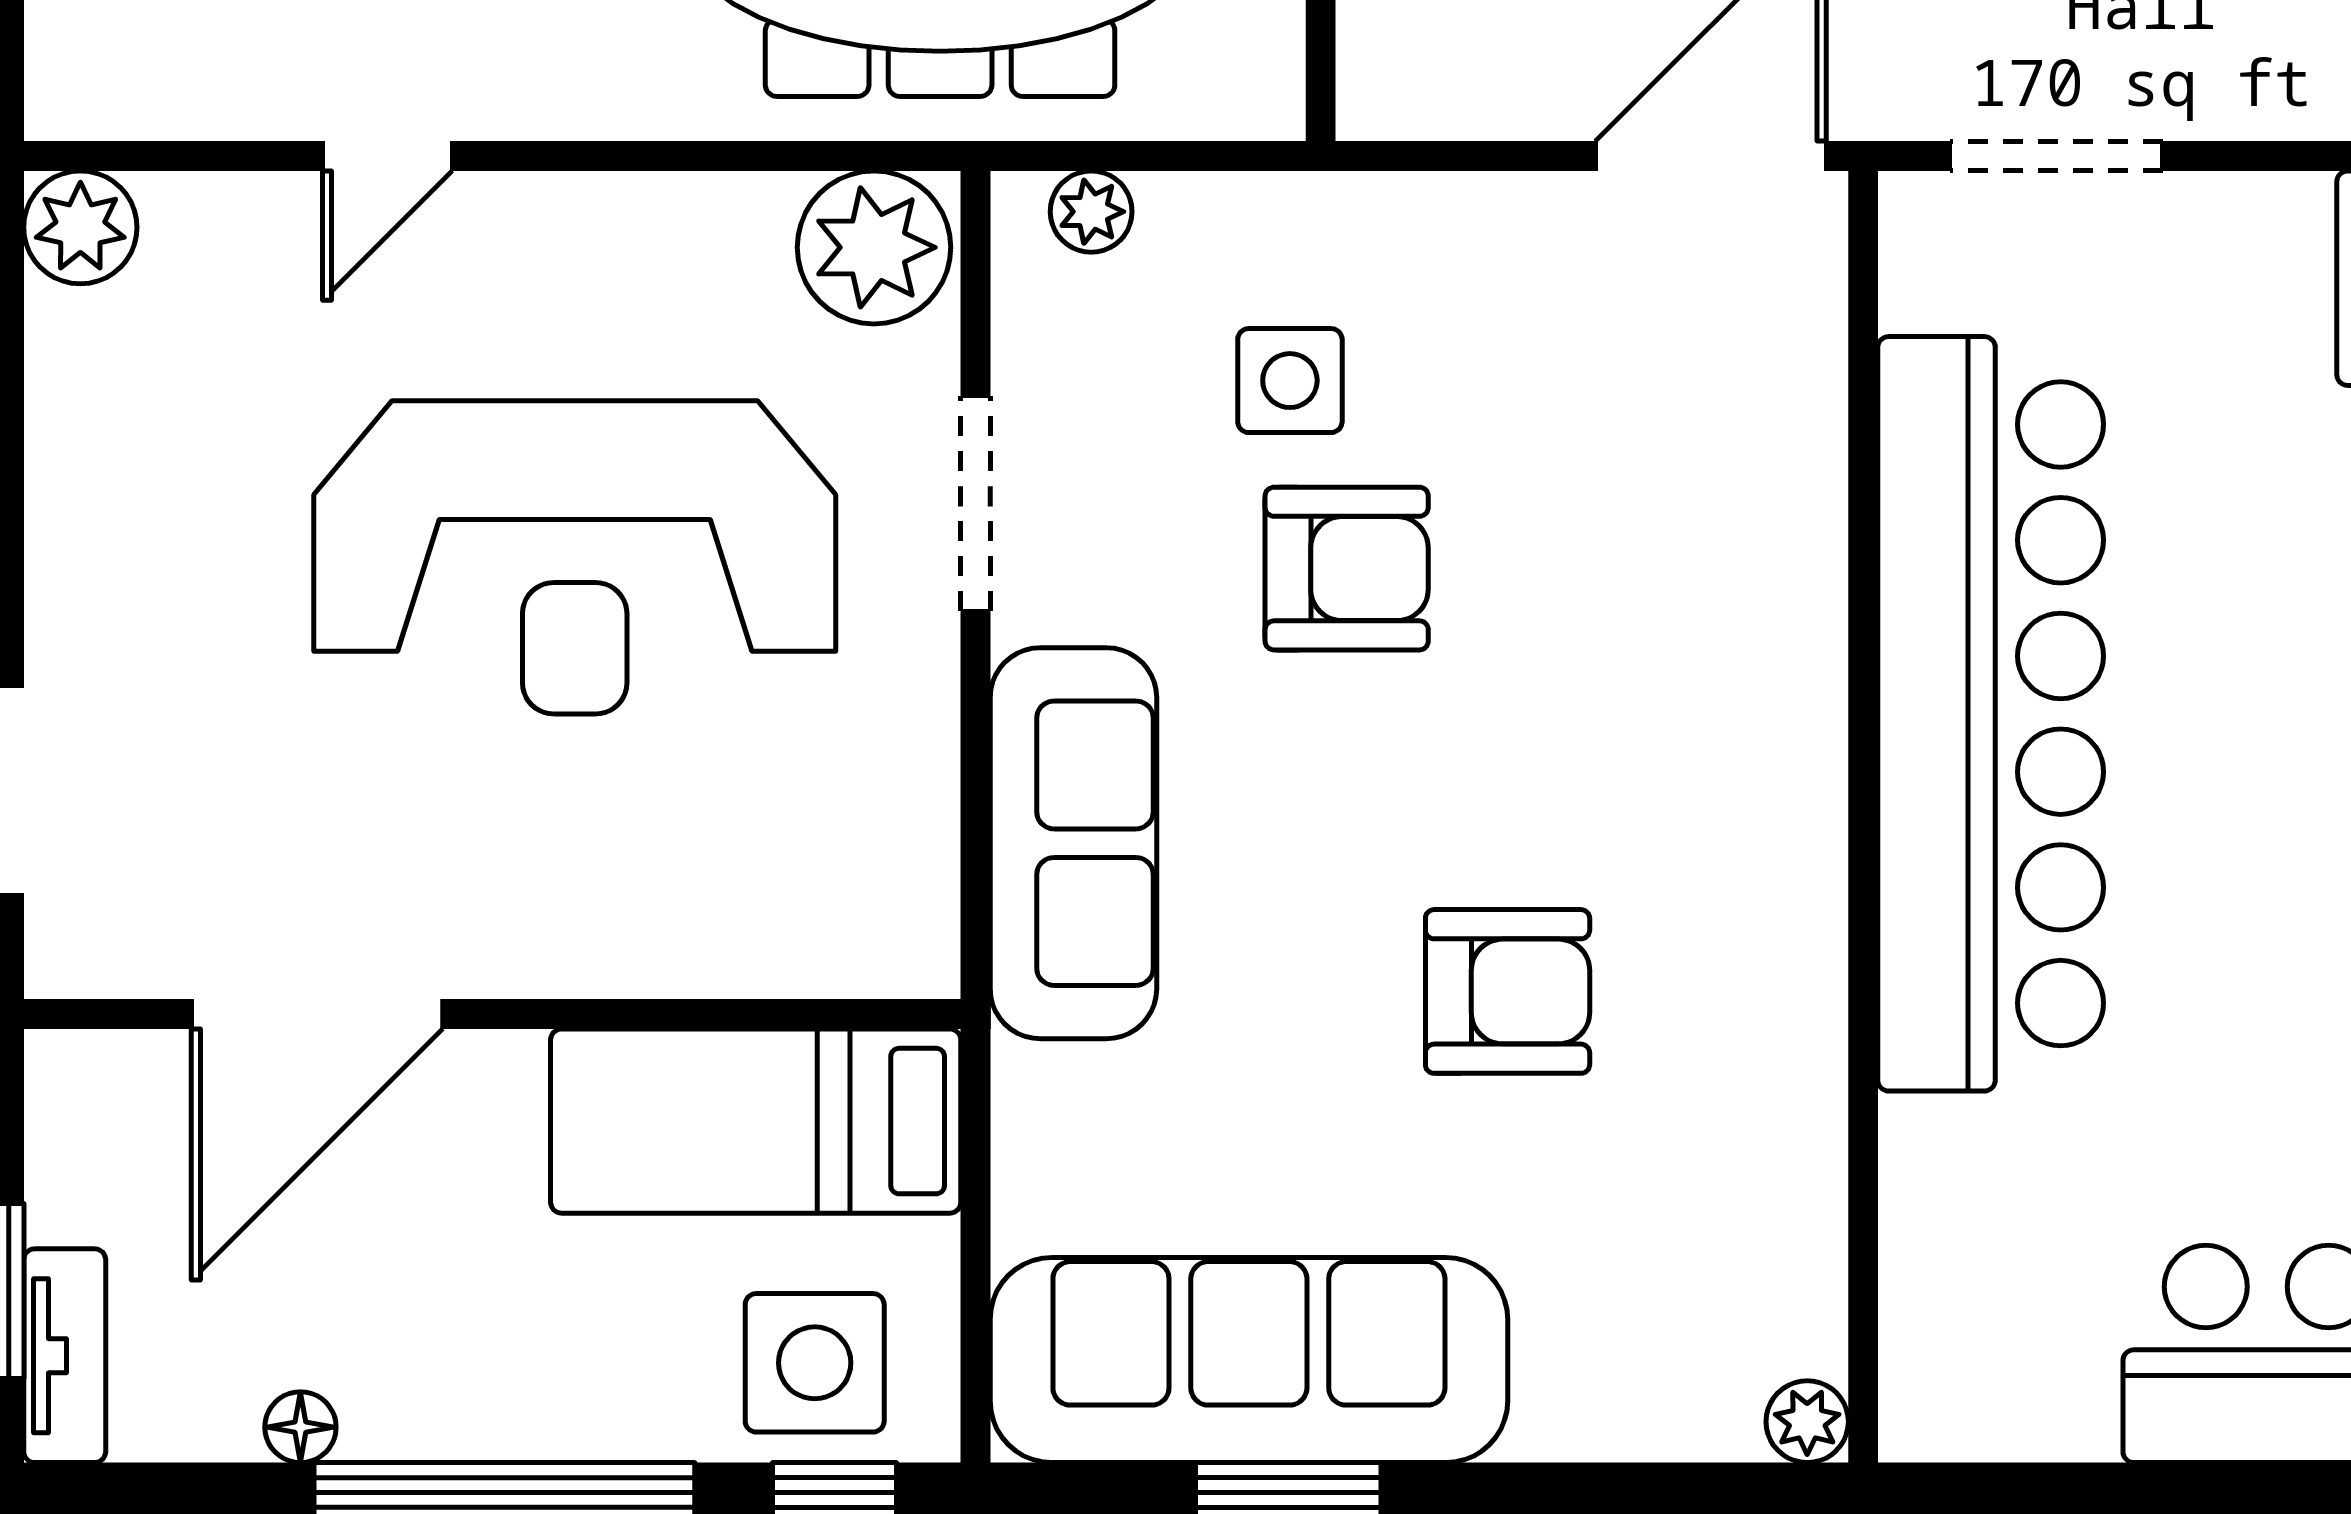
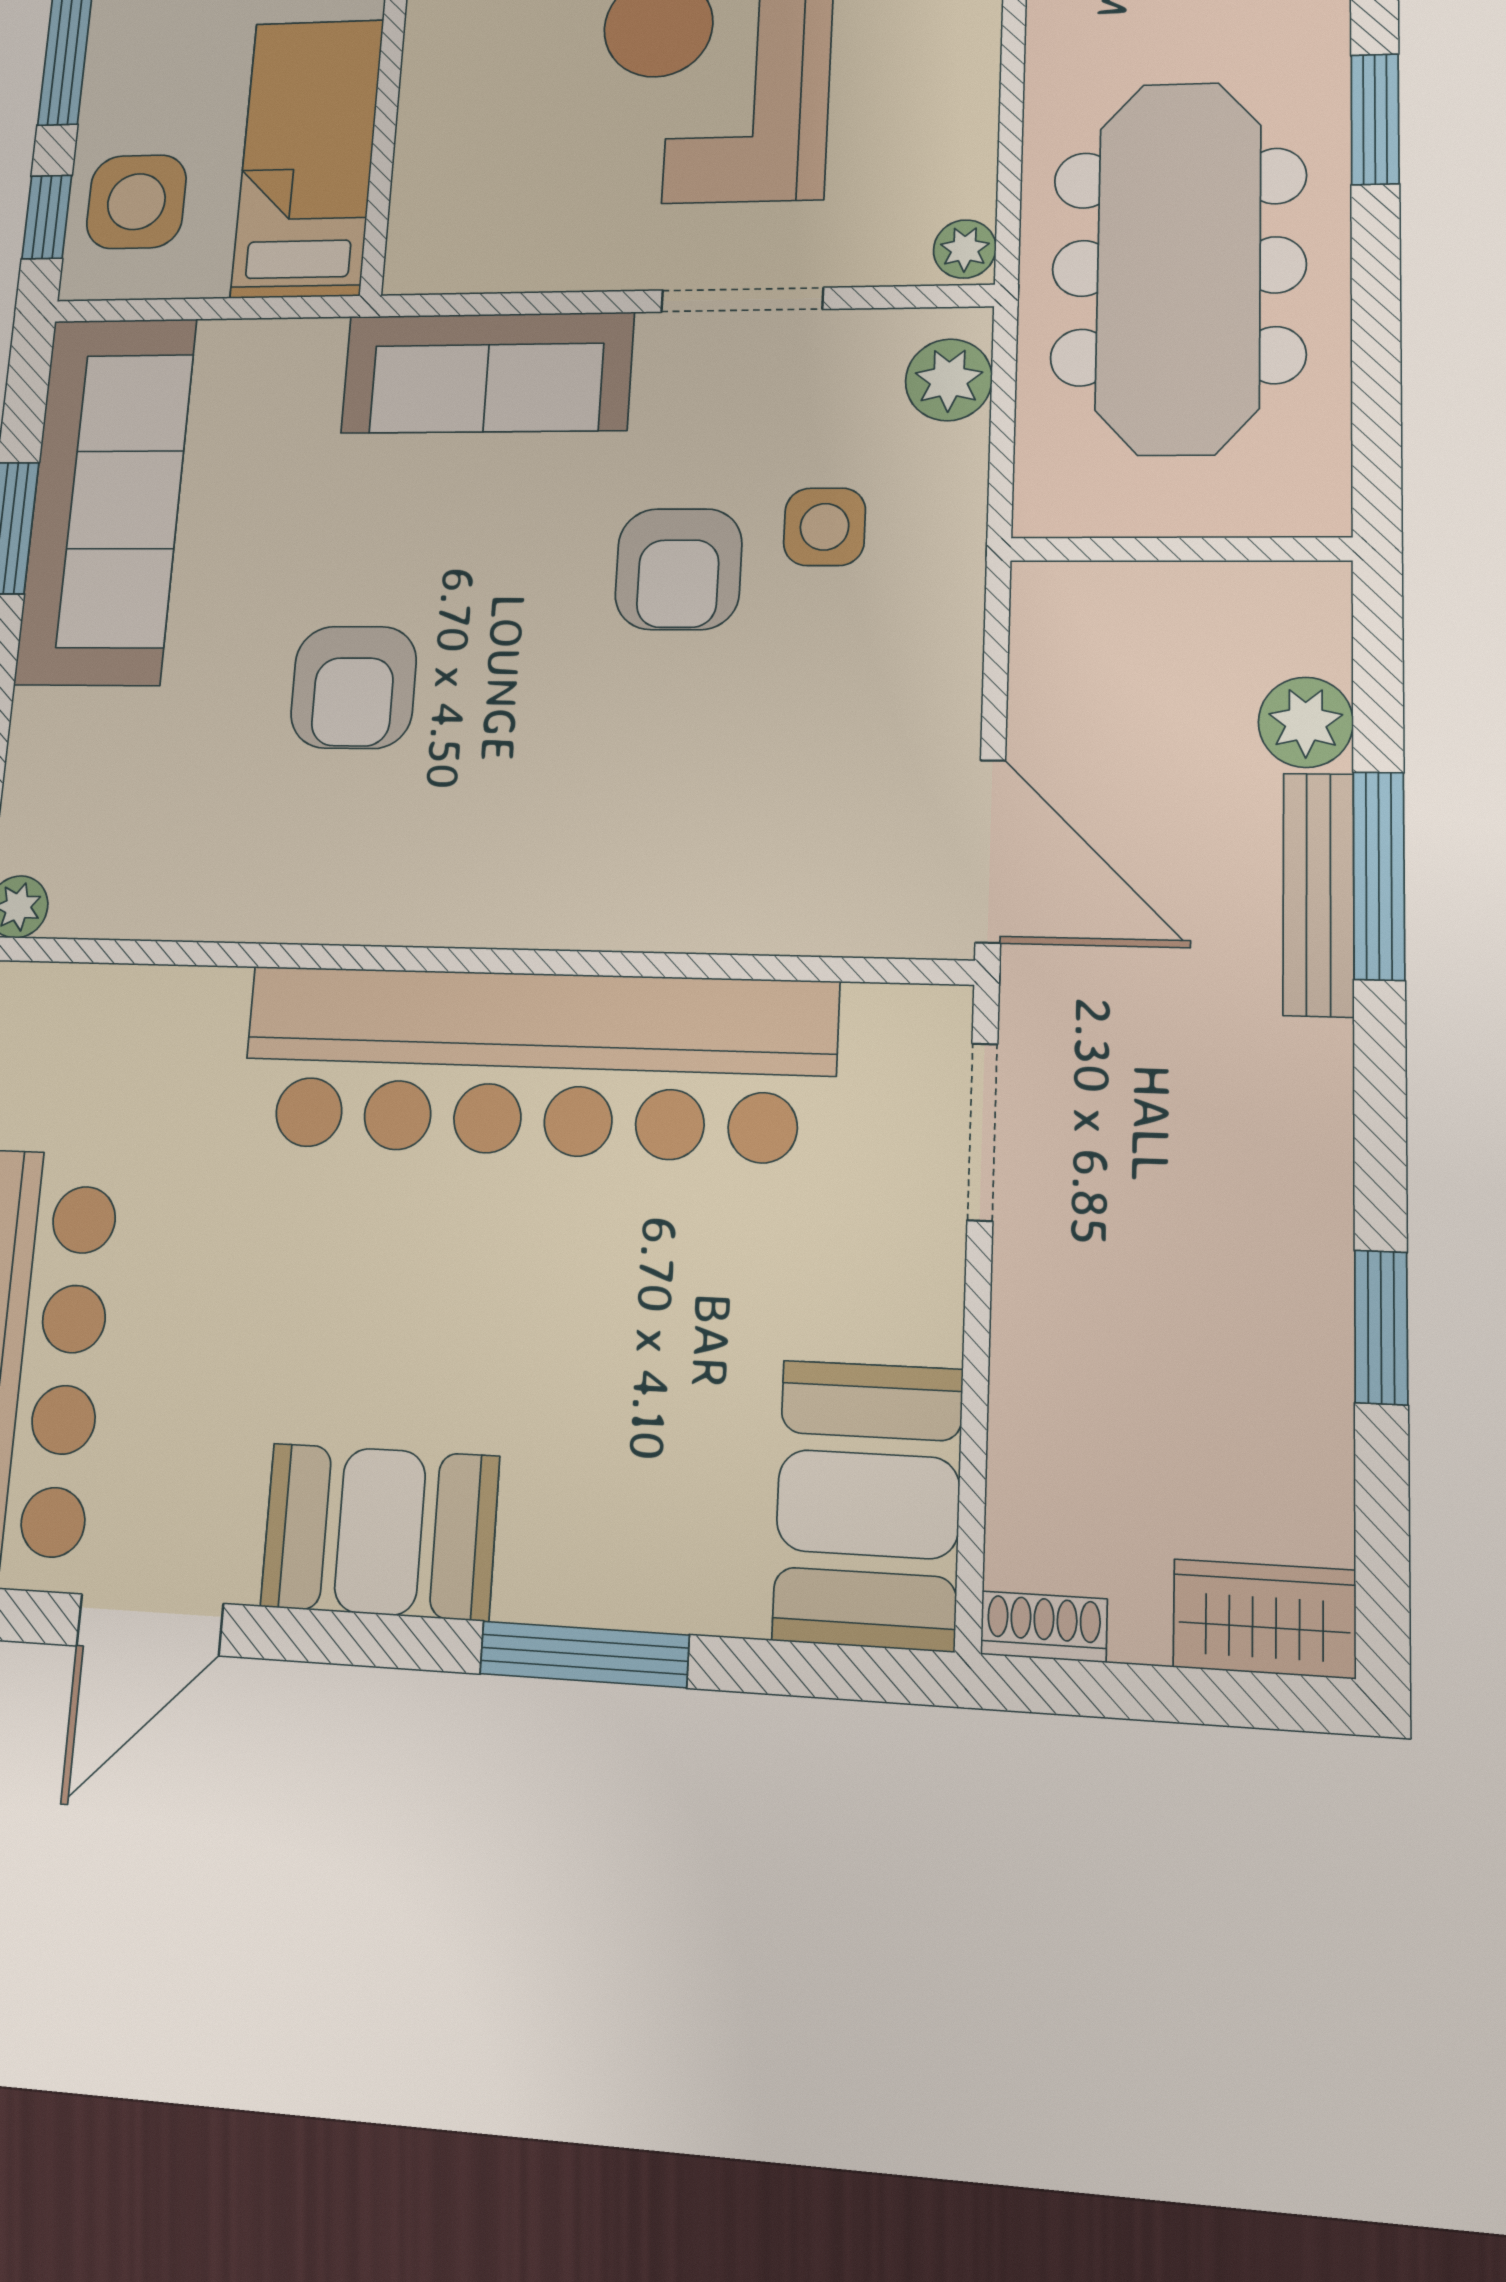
plant: (1091, 212) -> (949, 380), width x1.38, depth x1.38
plant: (874, 247) -> (965, 249), width x0.53, depth x0.53

